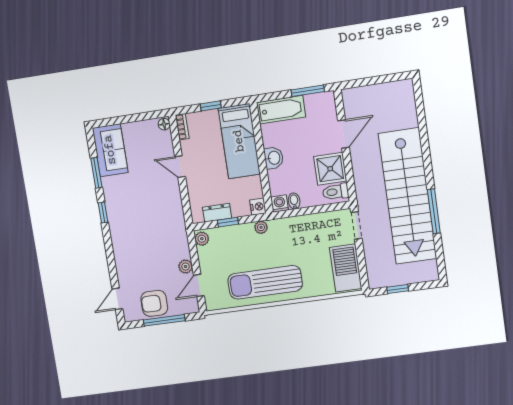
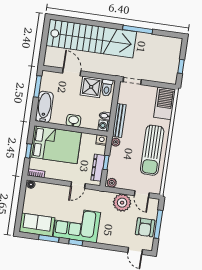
bed: (239, 141) -> (56, 145), width x1.50
door: (180, 167) -> (78, 185), moved
stairs: (408, 196) -> (91, 39), moved
corner sofa: (128, 207) -> (77, 225), added
dresser: (217, 213) -> (98, 168), width x1.44
bench: (293, 223) -> (119, 121), added
plant: (185, 267) -> (122, 203), width x1.88, depth x1.88
barbecue: (346, 268) -> (165, 103), moved, turned 90

